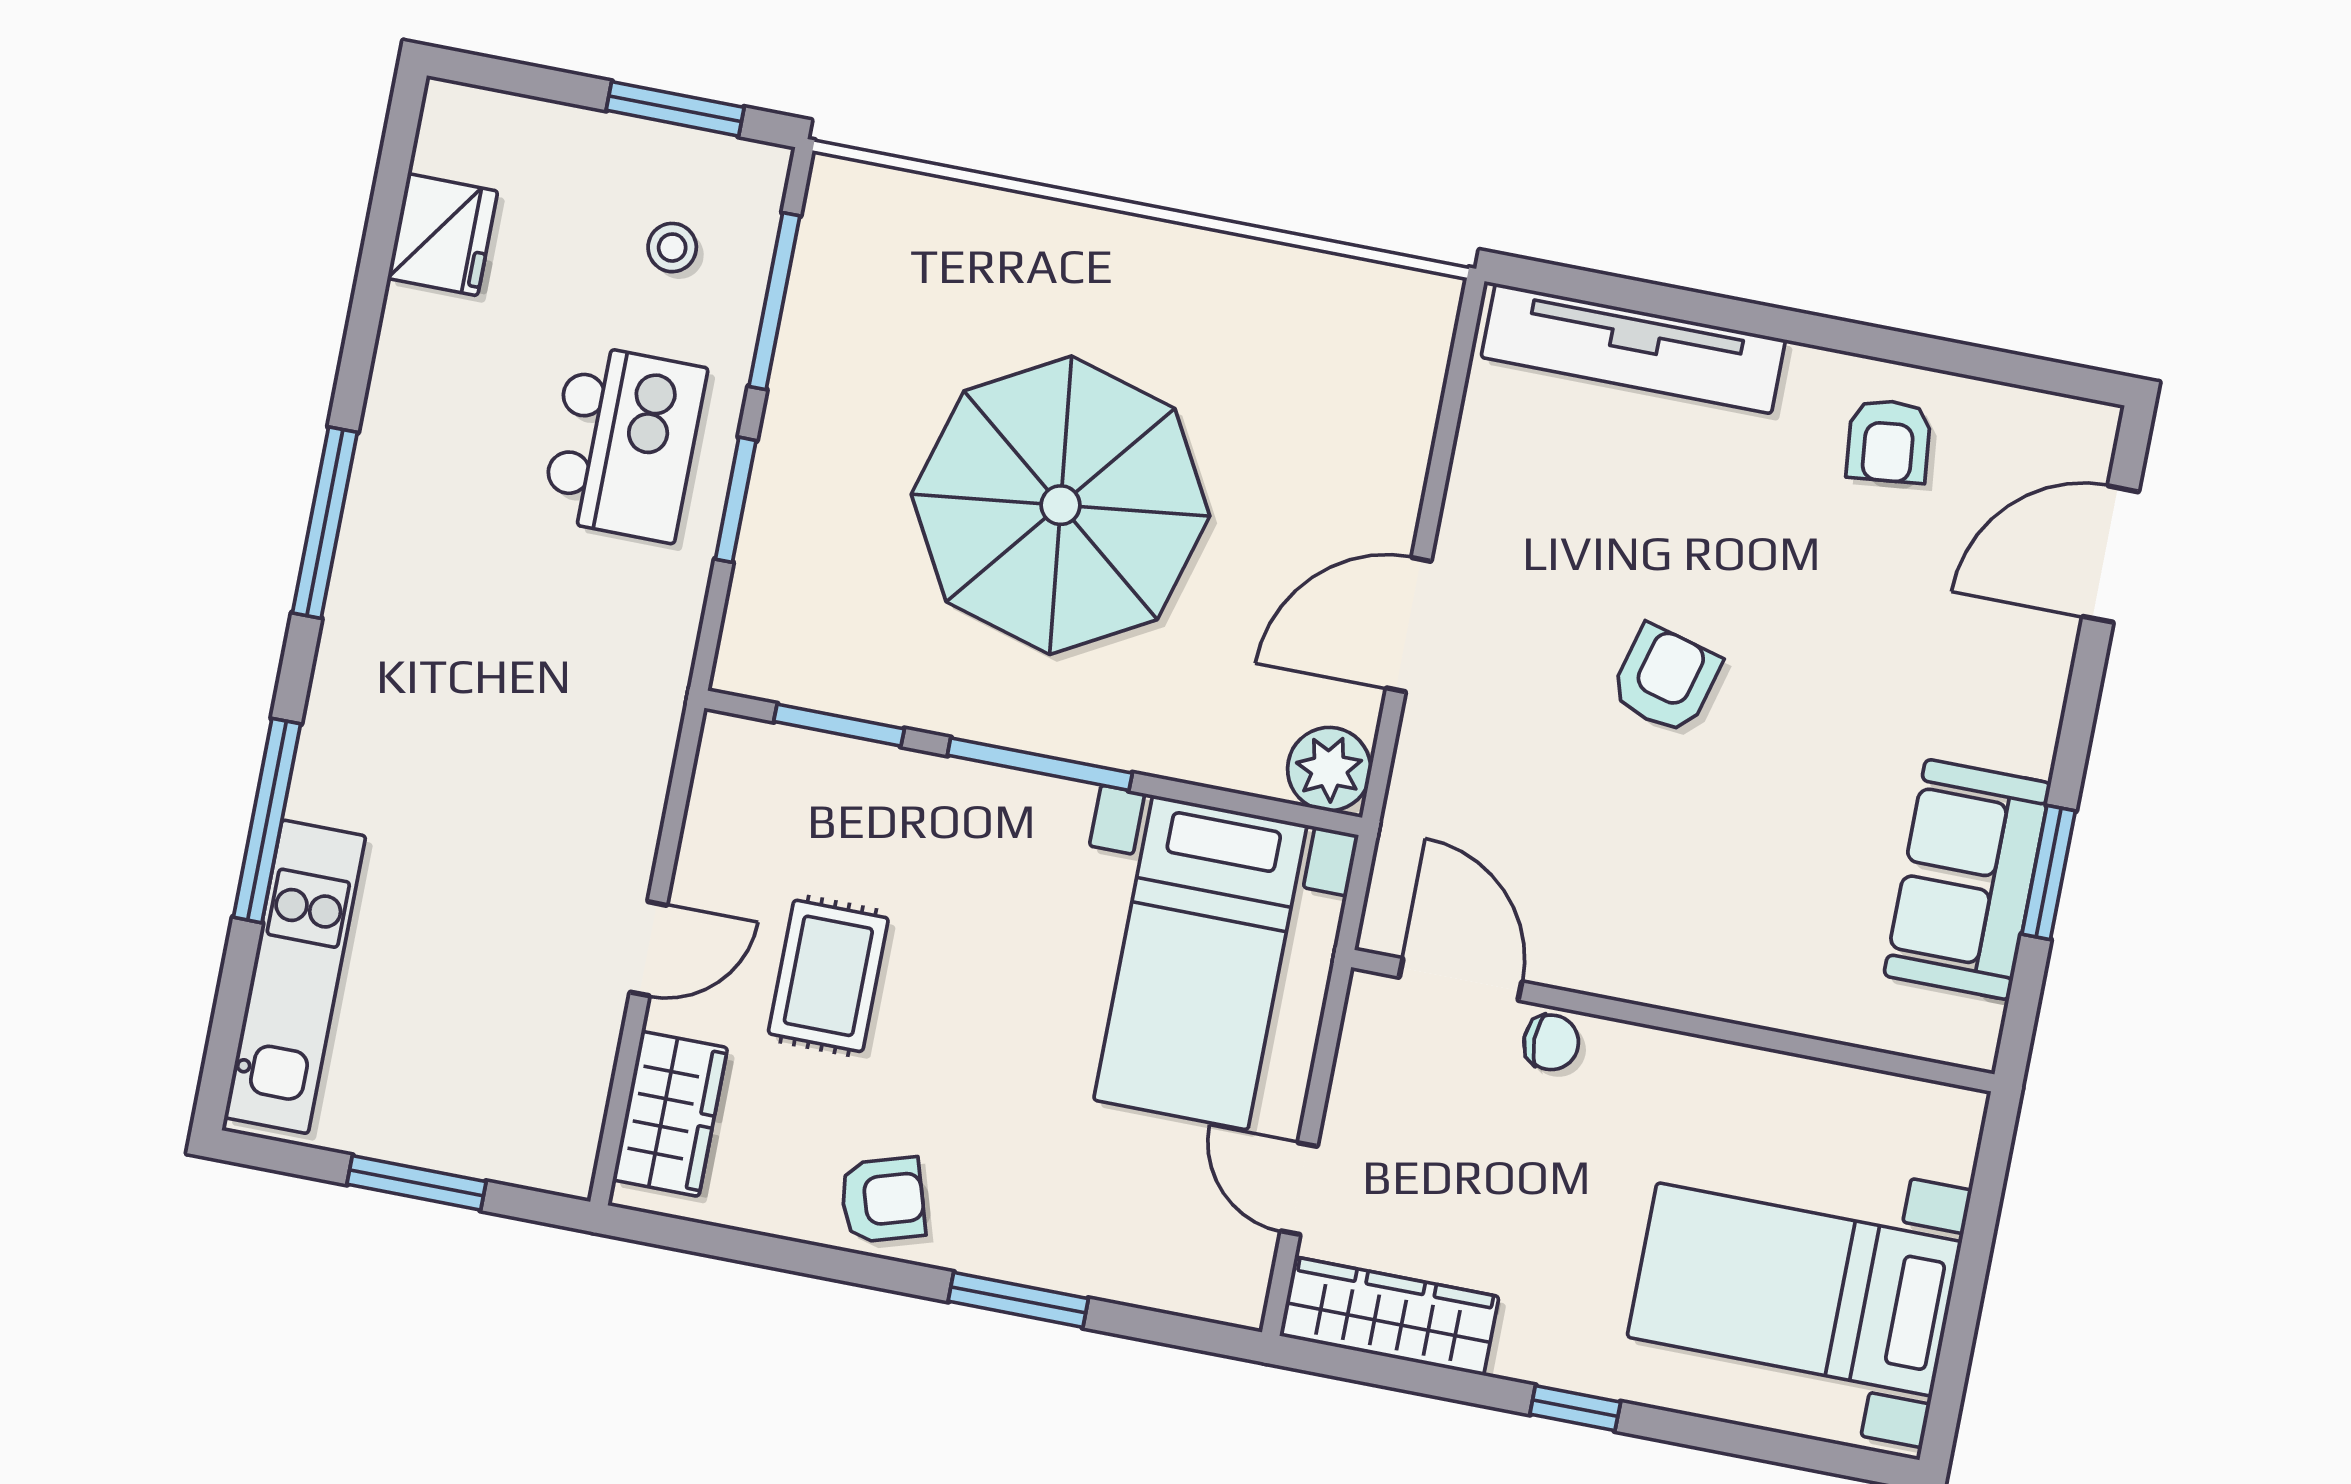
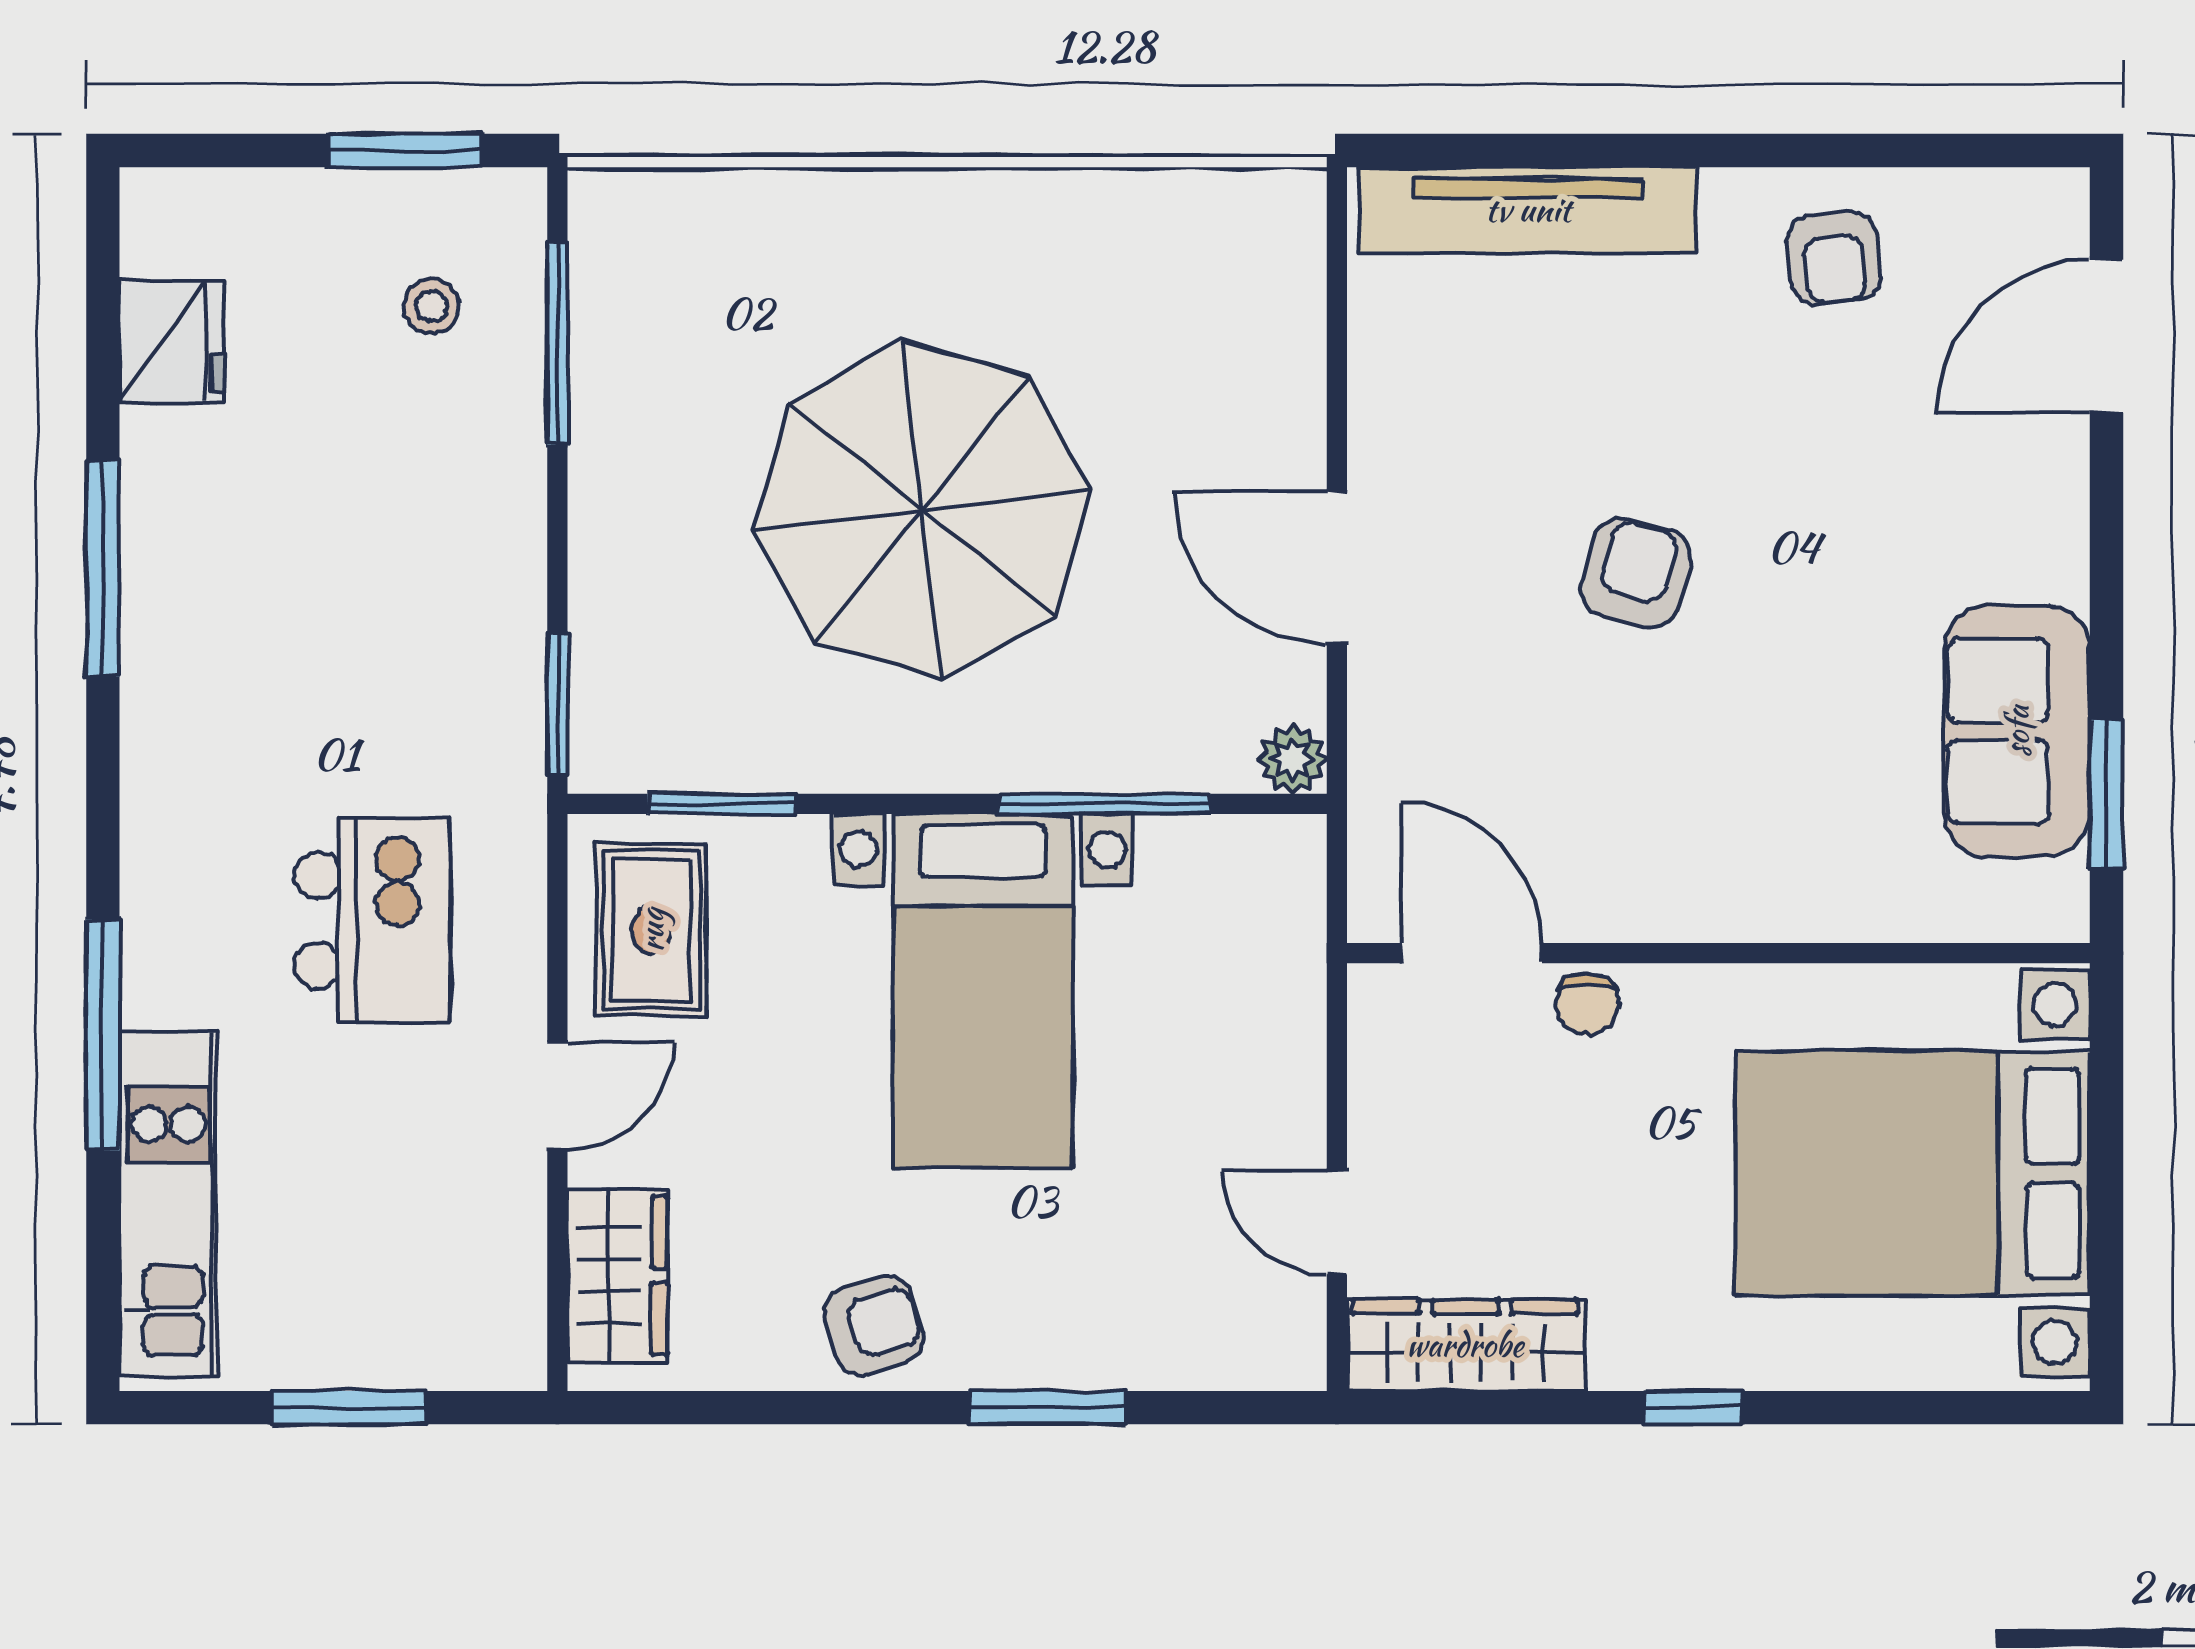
kitchen island: (624, 443) -> (372, 920), moved
window: (736, 500) -> (557, 703), moved
window: (325, 523) -> (103, 569), moved
door: (1409, 625) -> (1337, 568), hinge flipped
window: (1040, 764) -> (1105, 804), moved
plant: (1329, 769) -> (1292, 759), width x0.73, depth x0.73
window: (2049, 872) -> (2106, 794), moved
bed with nightstands: (1200, 963) -> (983, 991), moved
rug: (828, 976) -> (652, 930), moved
chair: (1551, 1042) -> (1587, 1004), turned 90
bed with nightstands: (1795, 1289) -> (1913, 1173), width x1.36

